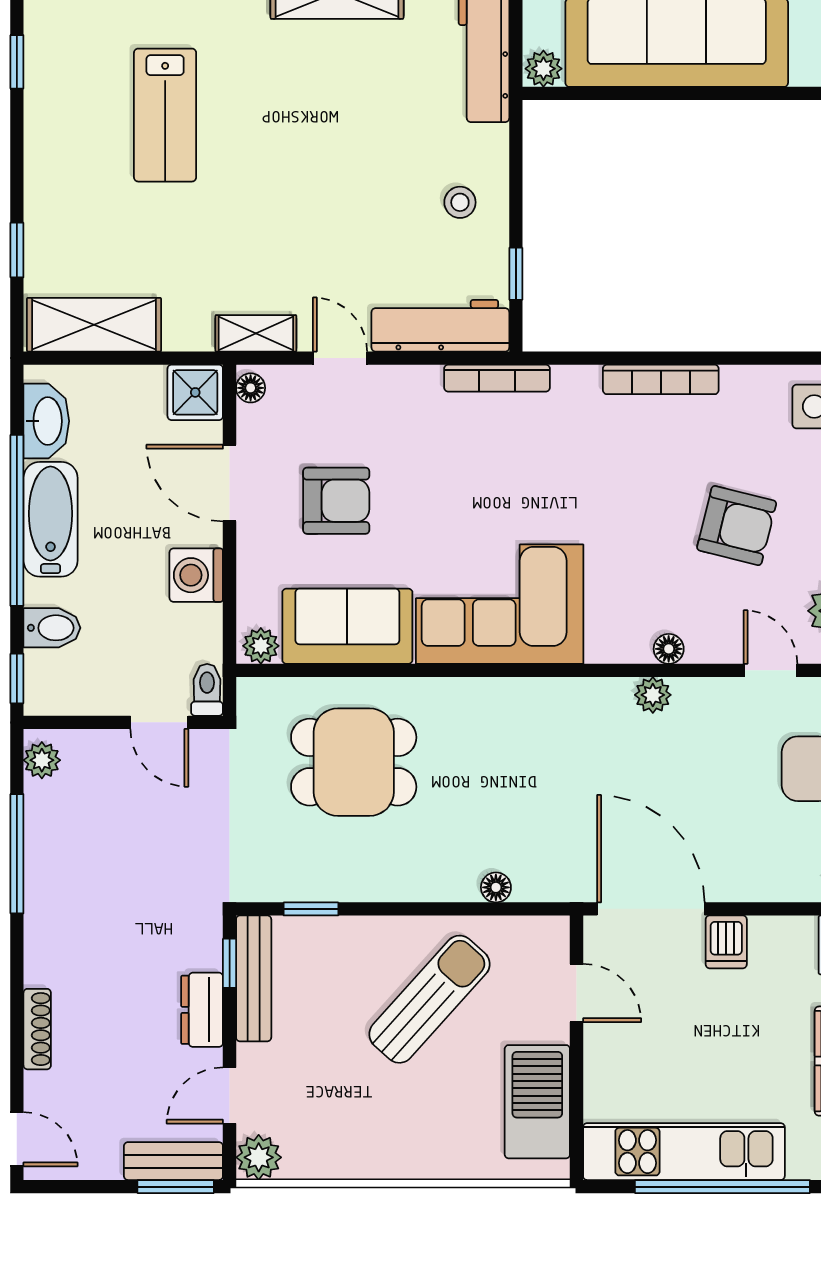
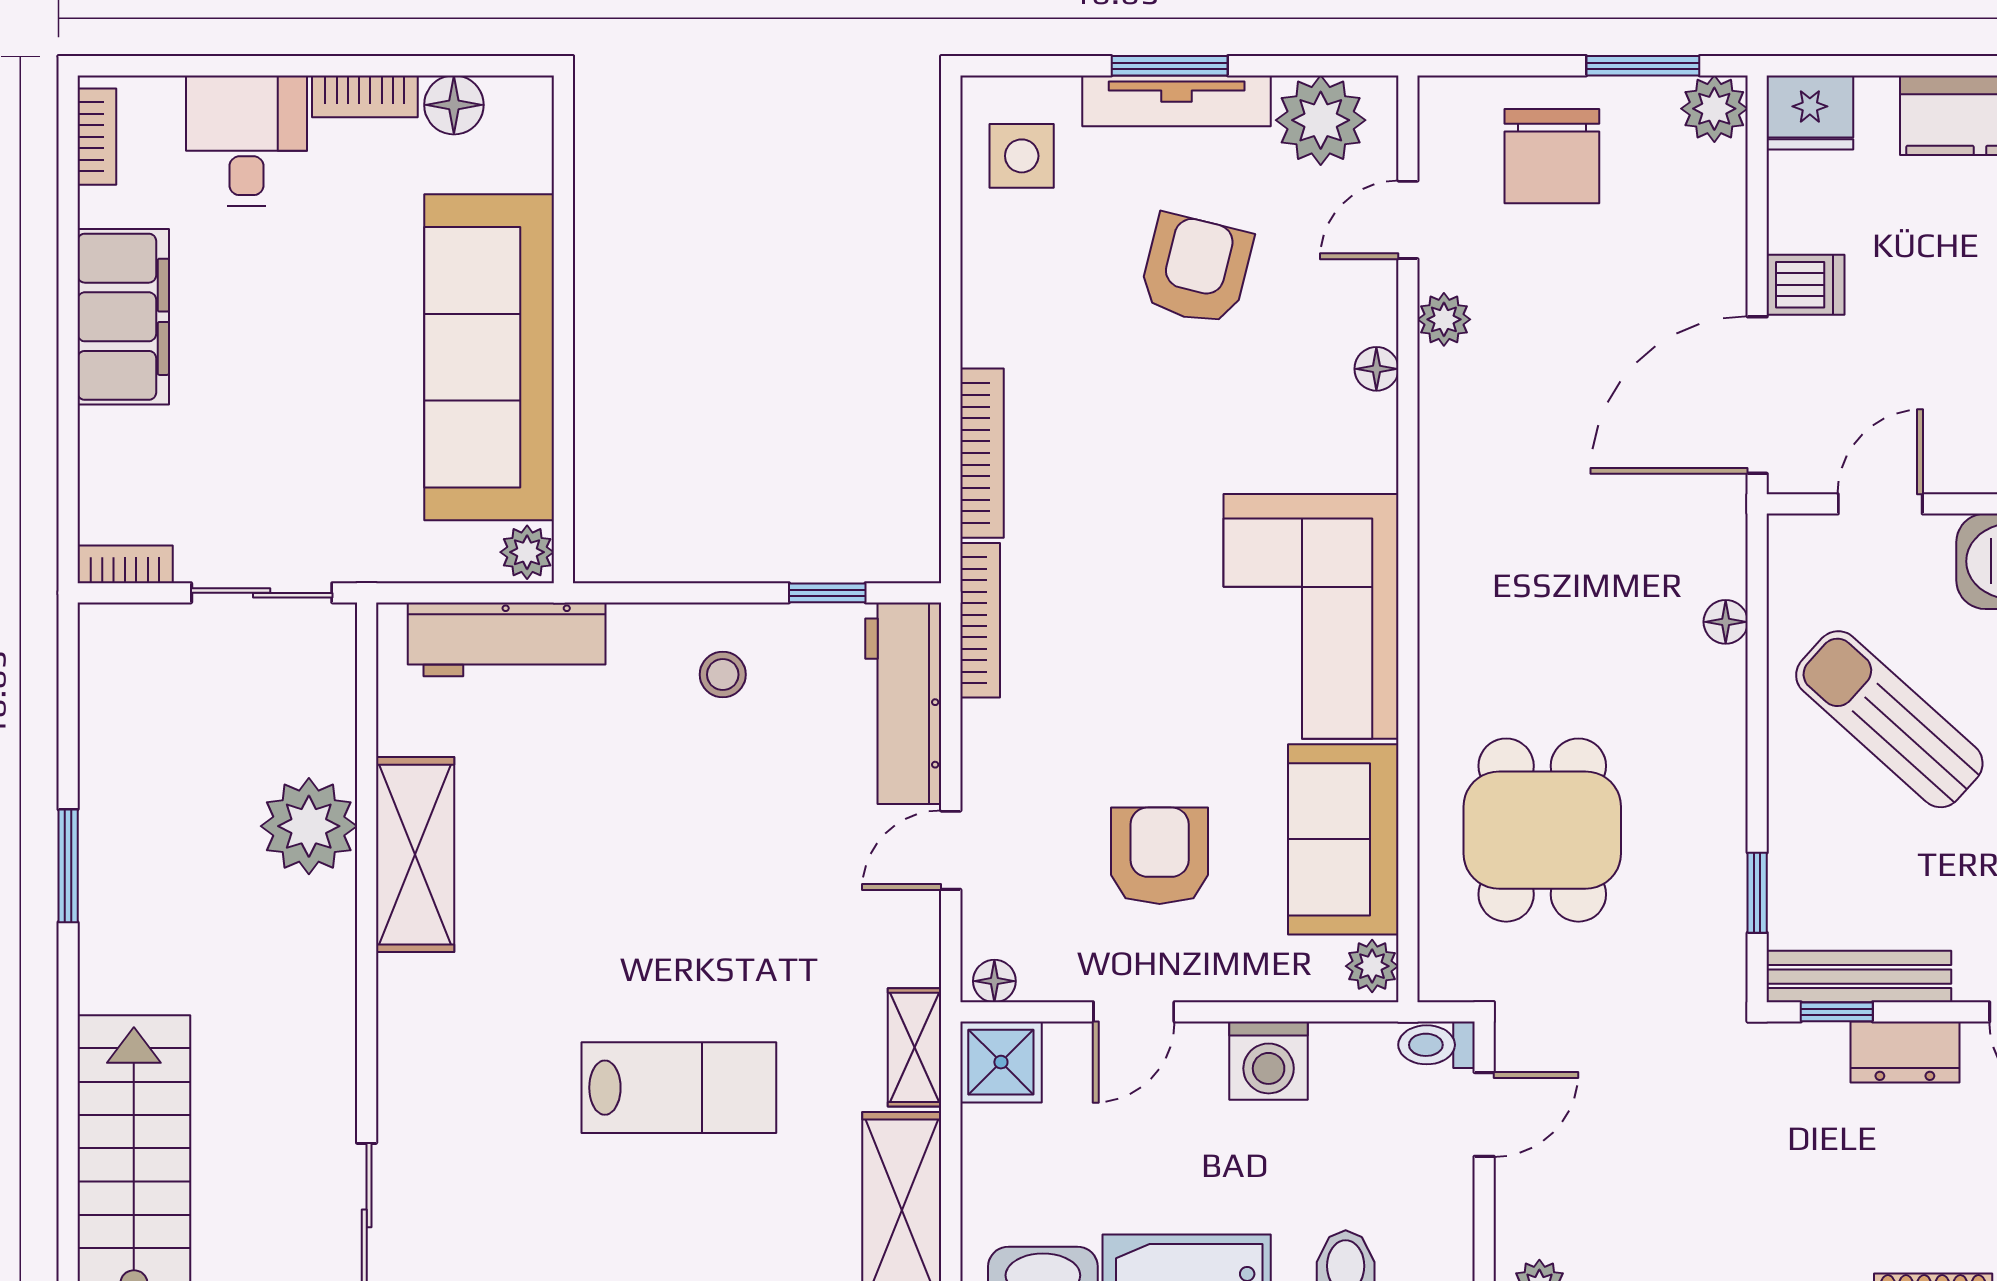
lab bench: (165, 115) -> (679, 1088), moved
shelving: (256, 333) -> (915, 1047), moved
bookcase: (661, 379) -> (982, 453), moved
door: (230, 483) -> (1134, 1012), width x0.73
plant: (653, 695) -> (1444, 319), moved

